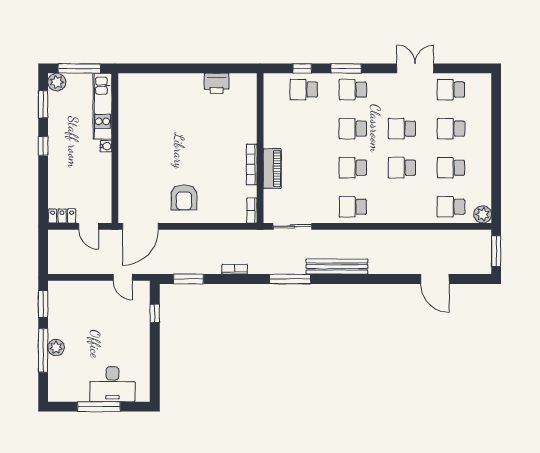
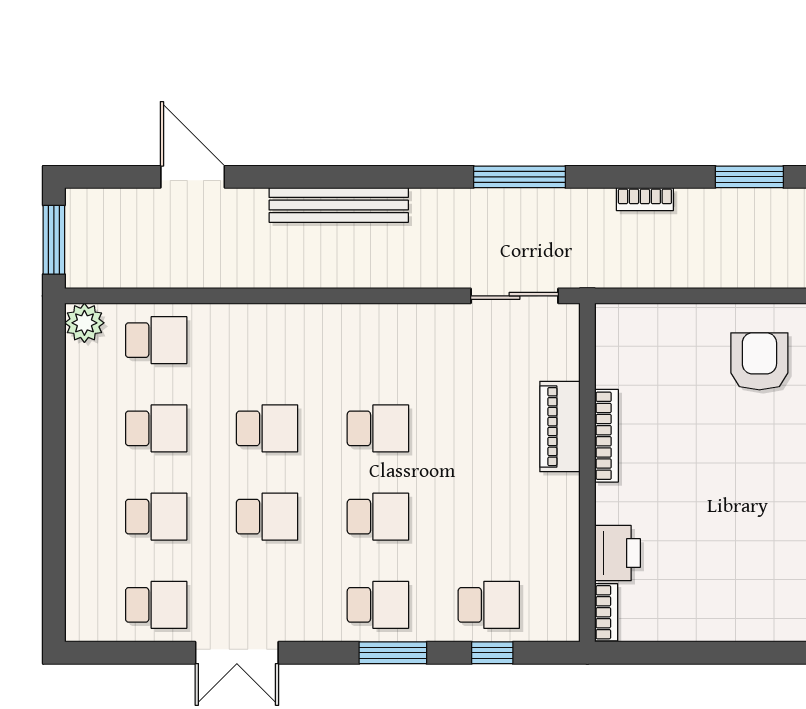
printer: (217, 83) -> (617, 553), moved, turned 90
school desk: (353, 207) -> (378, 340), removed
bookcase: (252, 210) -> (606, 612), moved
bench: (337, 267) -> (339, 205), moved

